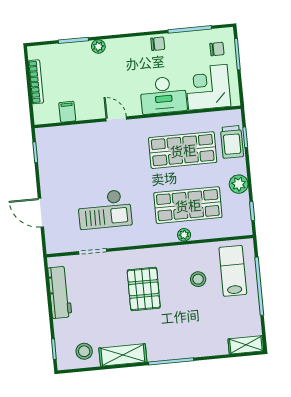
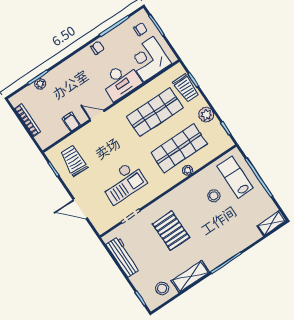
plant: (98, 46) -> (40, 84), moved
filing cabinet: (67, 112) -> (71, 122), moved
trolley: (63, 155) -> (74, 161), added
pallet: (144, 289) -> (171, 231), moved

